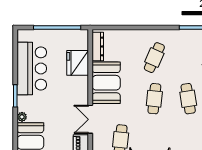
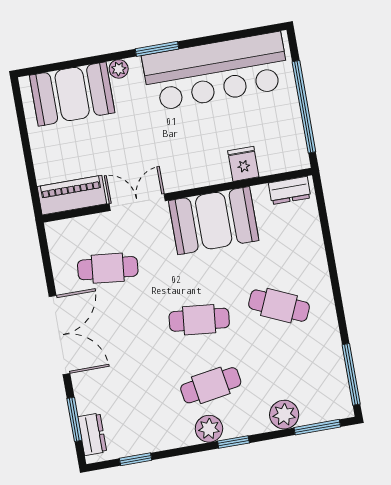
dresser: (98, 46) -> (290, 190), width x0.70
fridge: (78, 63) -> (243, 164), width x0.53, depth x0.75
bar counter: (32, 68) -> (216, 72), width x1.36

